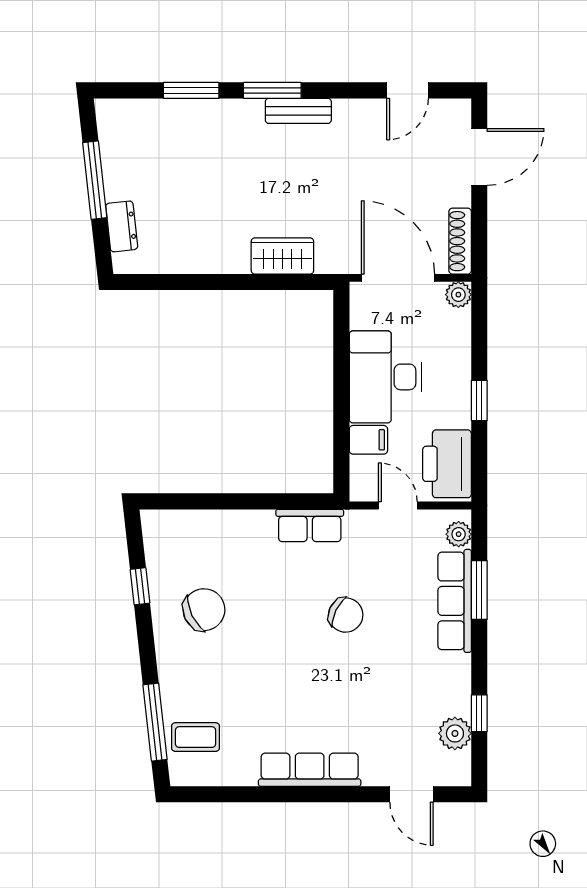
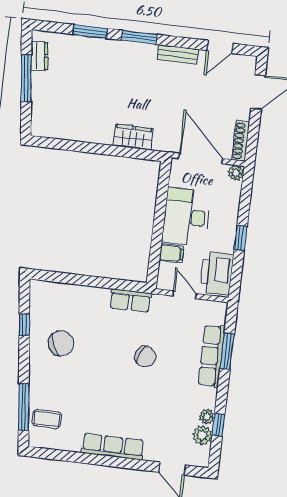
bench: (298, 111) -> (178, 54), moved
dresser: (122, 226) -> (39, 56), moved
plant: (459, 534) -> (207, 417), moved

